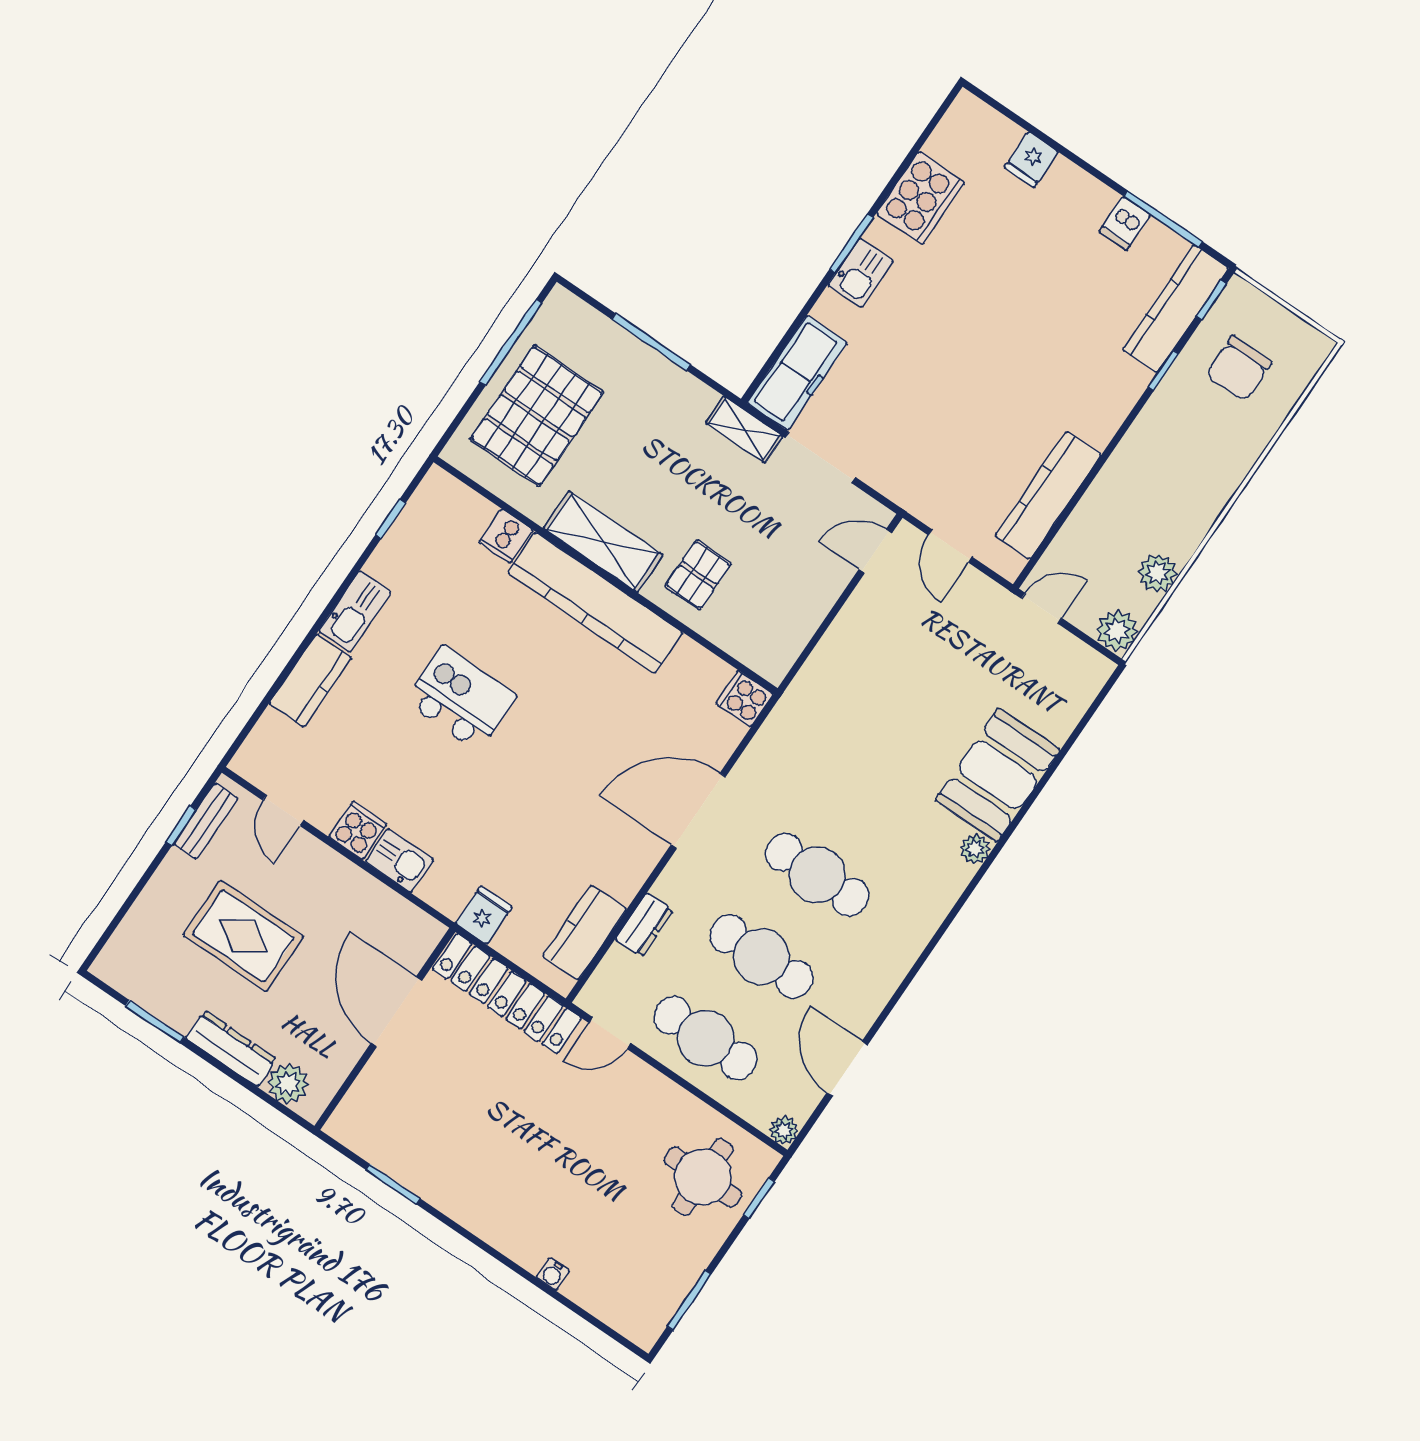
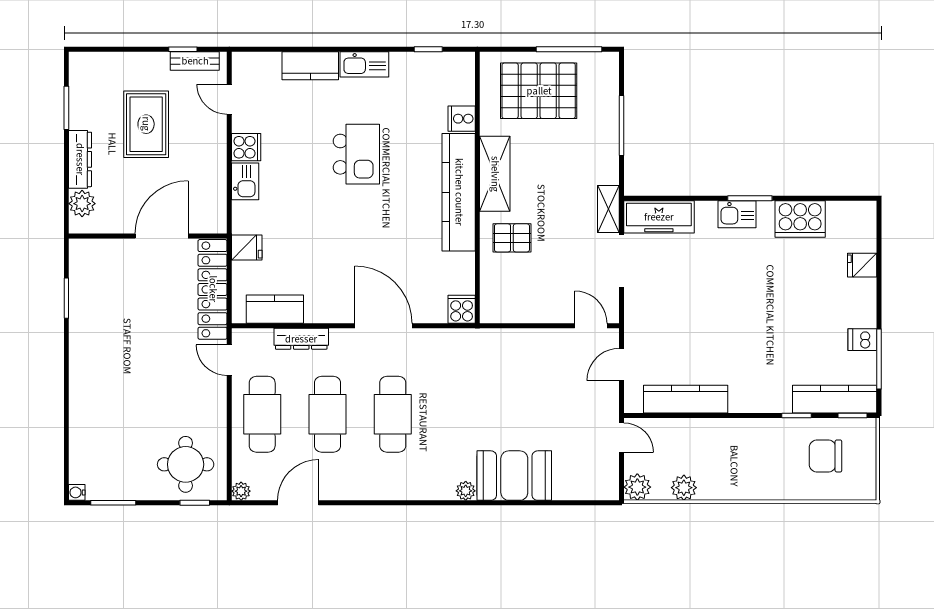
door: (283, 810) -> (229, 99), hinge flipped
dresser: (644, 925) -> (301, 339), width x1.44
water cooler: (553, 1274) -> (77, 492), moved

